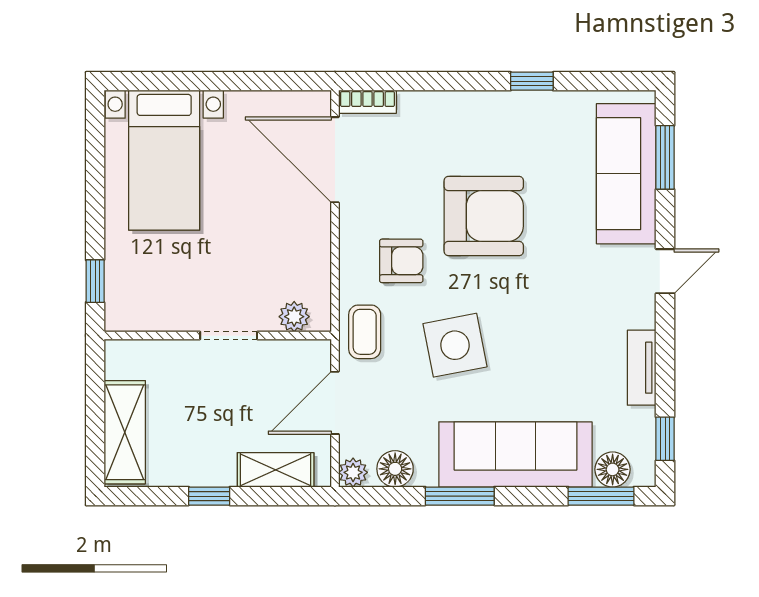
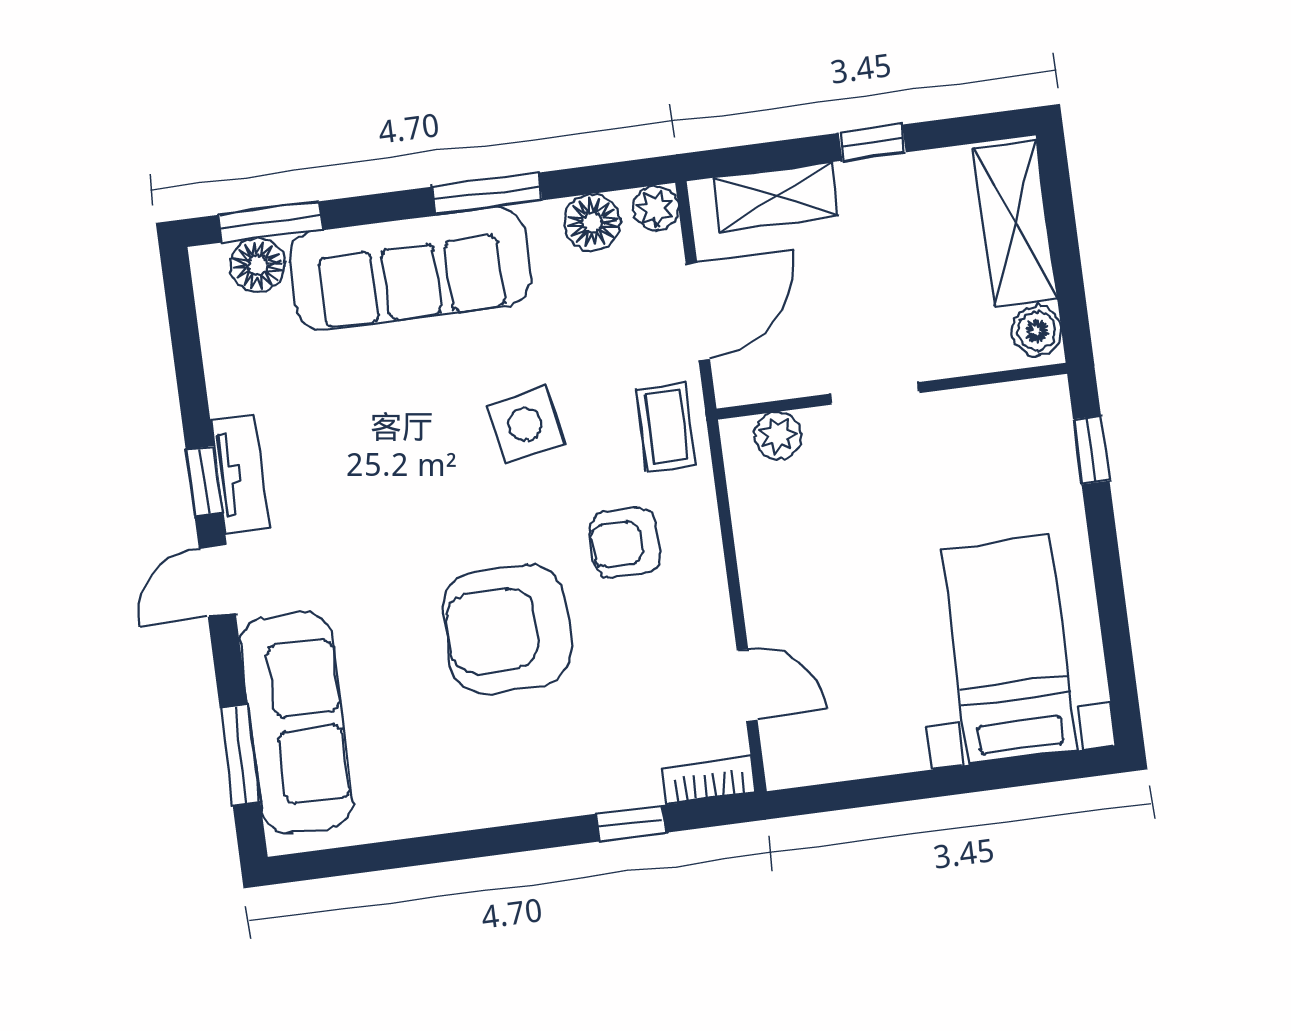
window: (532, 81) -> (631, 823), moved
door: (335, 160) -> (747, 685), width x0.53
side table: (455, 345) -> (525, 424), width x0.73, depth x0.73
boiler: (120, 362) -> (1036, 331), added
tv unit: (642, 368) -> (240, 474), moved
window: (665, 439) -> (204, 481), moved

